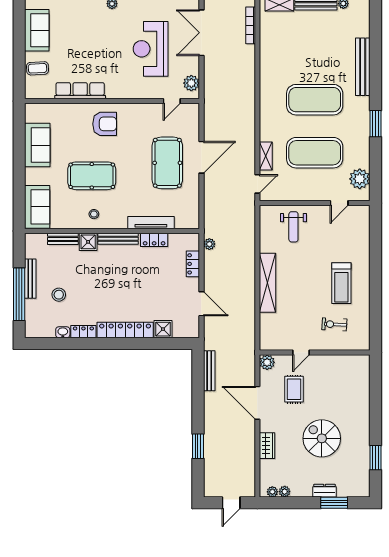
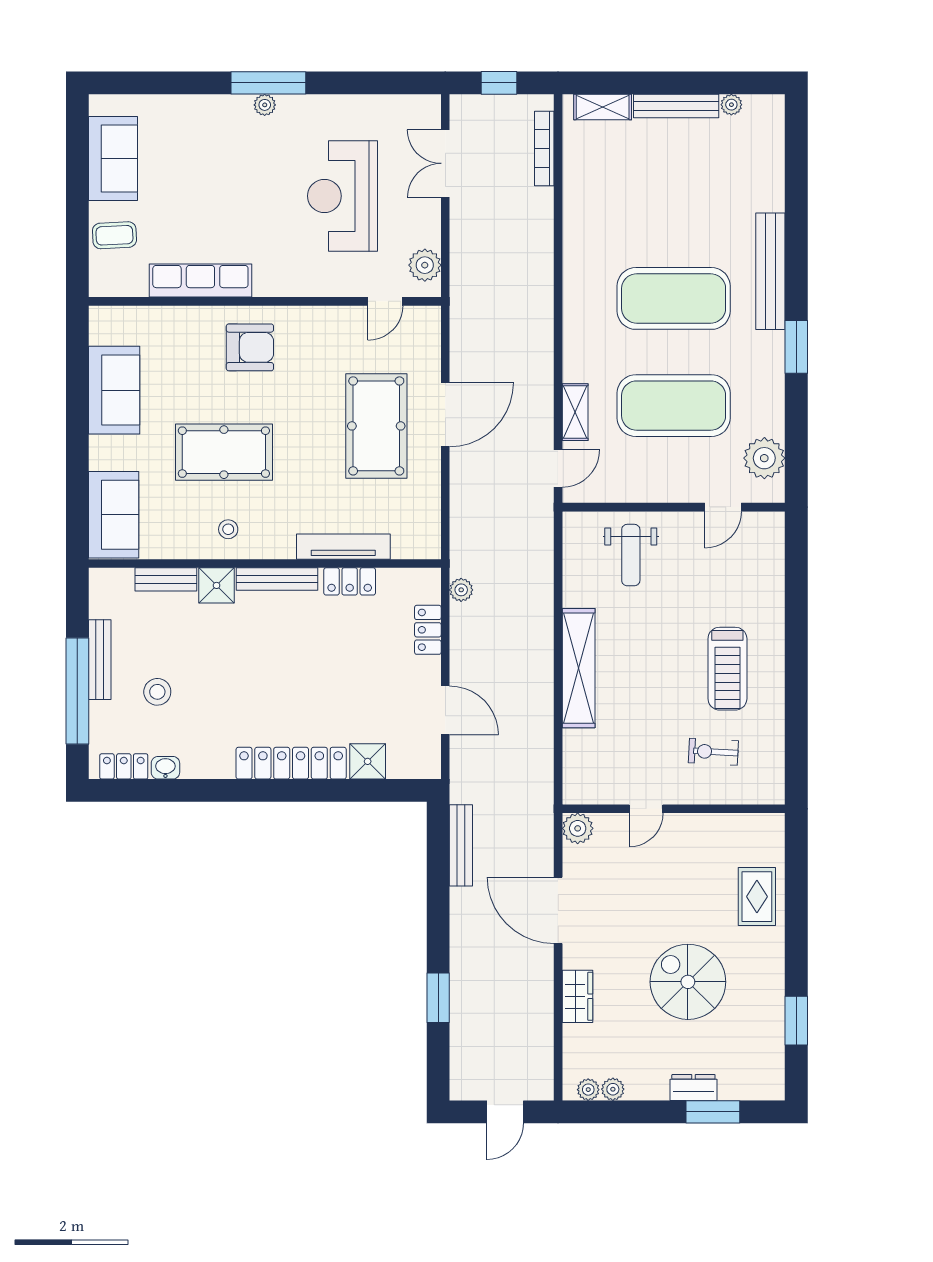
double door: (201, 33) -> (445, 163), width x0.73
bench: (363, 67) -> (770, 271), moved
locker: (83, 332) -> (124, 766), moved
rug: (294, 389) -> (757, 897), moved

